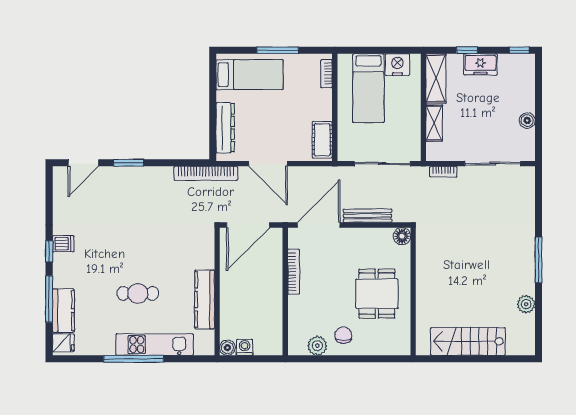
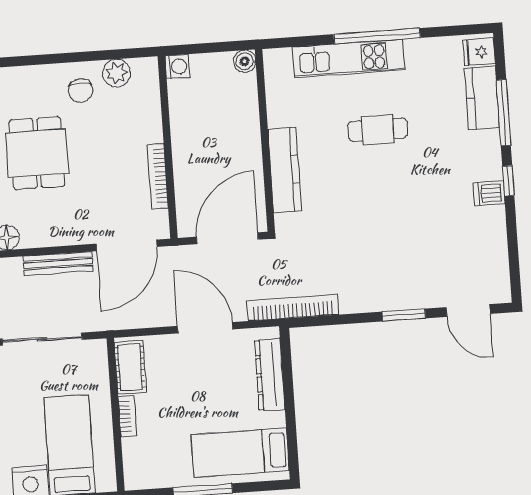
bookcase: (326, 74) -> (127, 416), moved
door: (83, 163) -> (468, 311), swing flipped
kitchen counter: (205, 300) -> (285, 170), moved
washing machine: (245, 347) -> (177, 67), moved, turned -90

